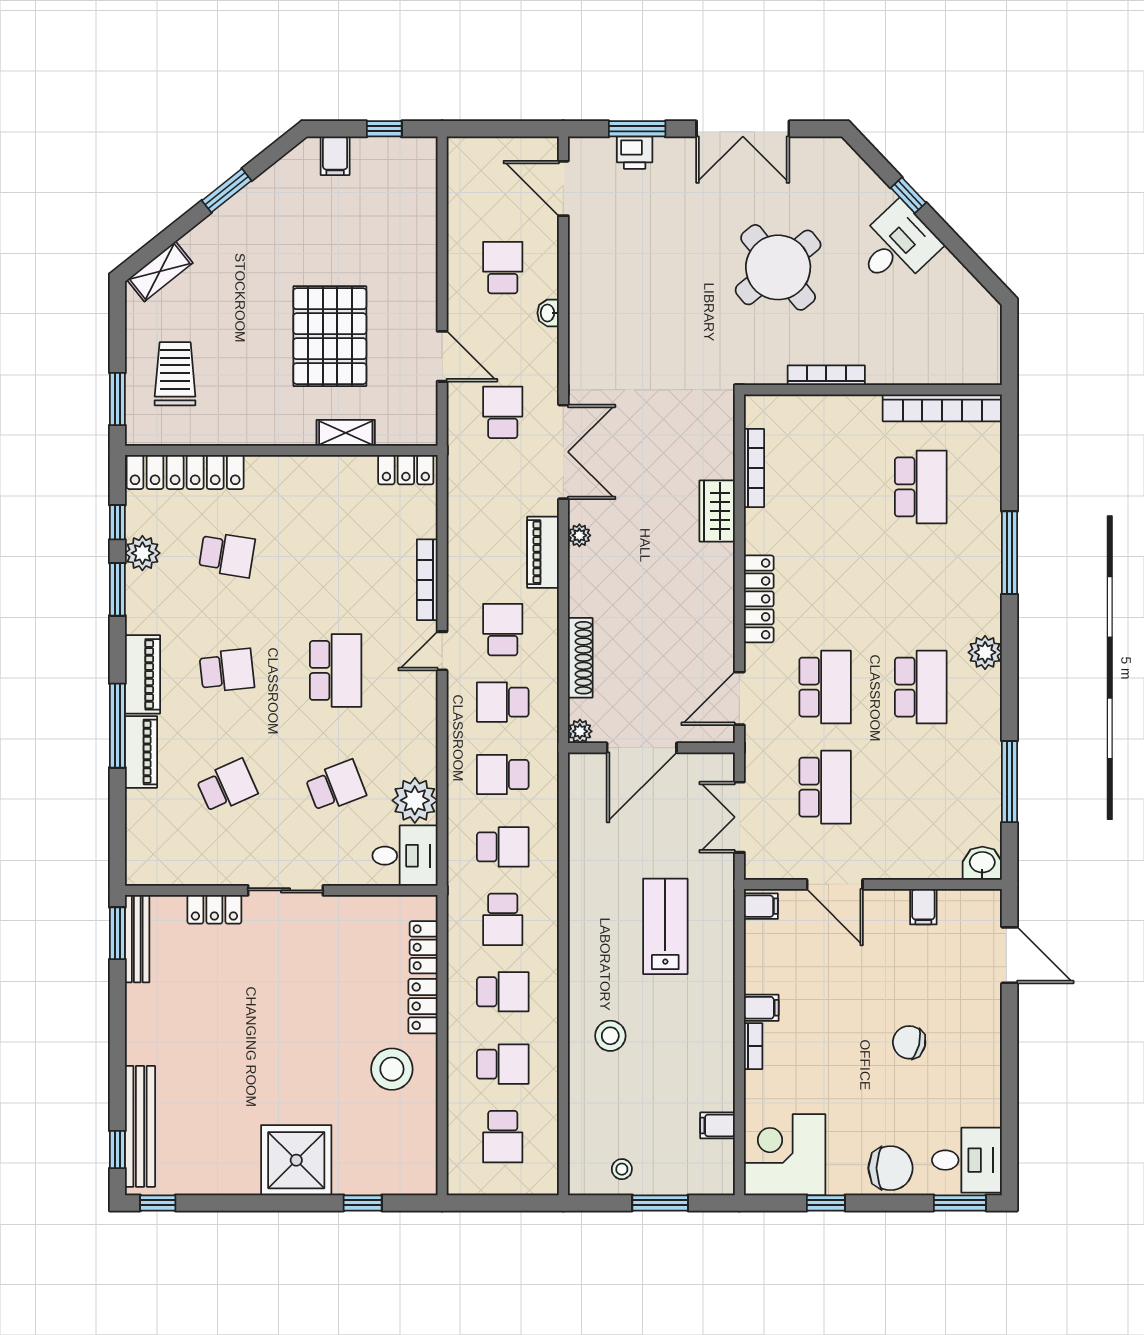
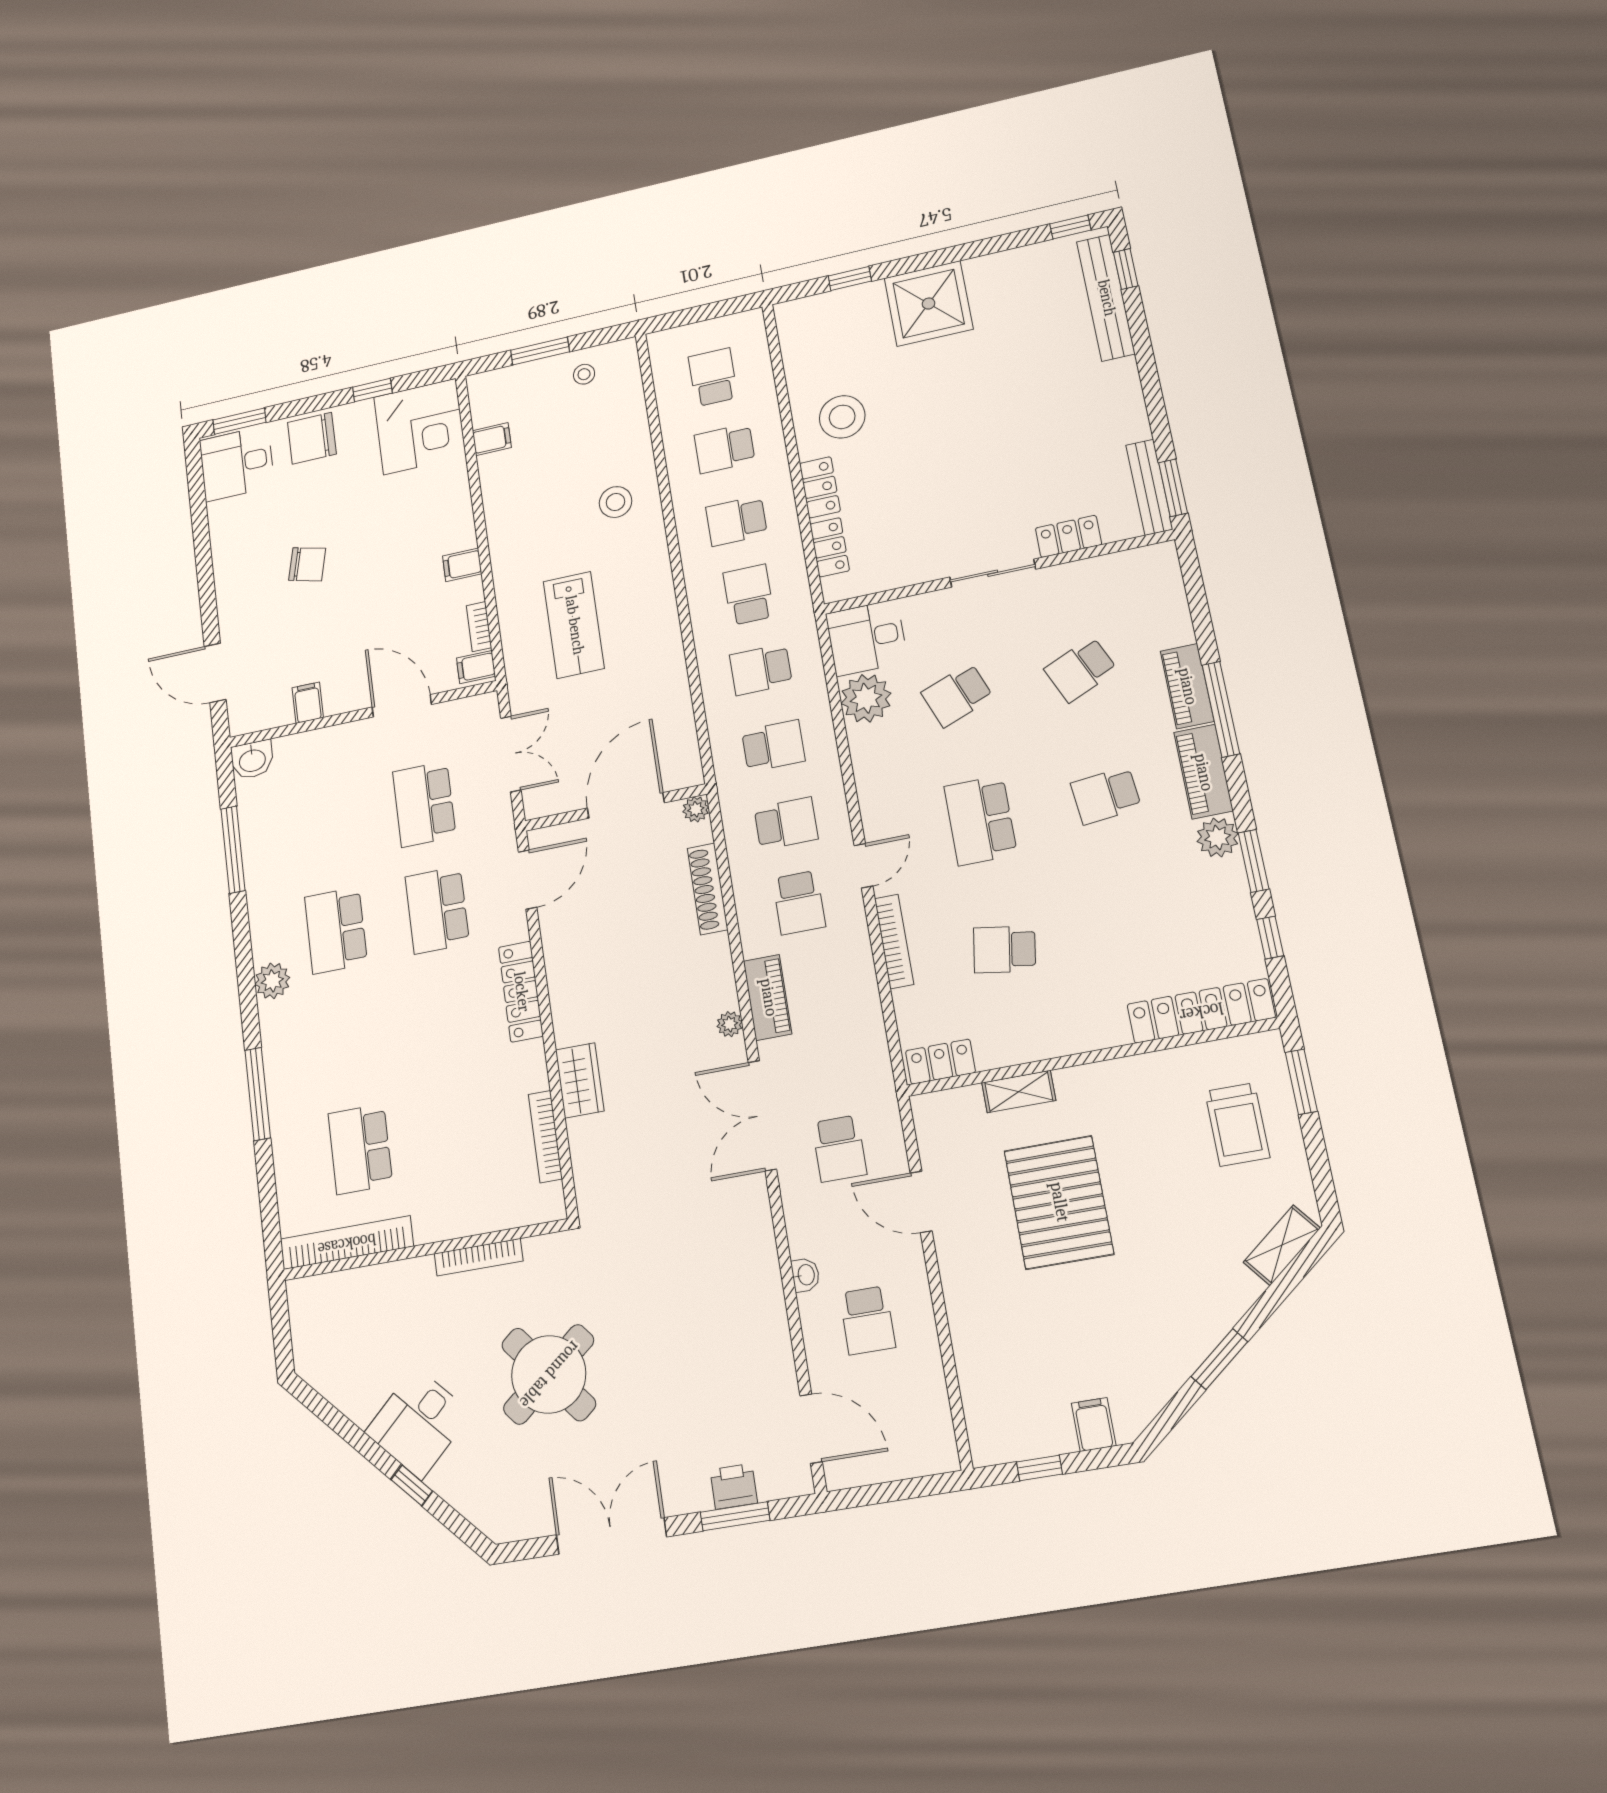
plant: (142, 553) -> (1218, 838), moved
school desk: (227, 555) -> (1005, 949), moved
bookcase: (753, 1046) -> (479, 627), moved

